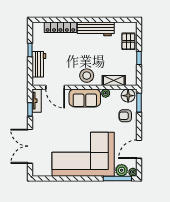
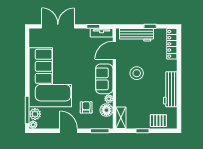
locker: (60, 27) -> (172, 44), moved
workbench: (39, 64) -> (136, 35), width x1.37
stool: (87, 76) -> (137, 73), moved
shelving: (114, 81) -> (121, 118), moved
floor lamp: (128, 96) -> (106, 110), moved
armchair: (125, 116) -> (86, 107), moved
door: (139, 149) -> (69, 131), moved

